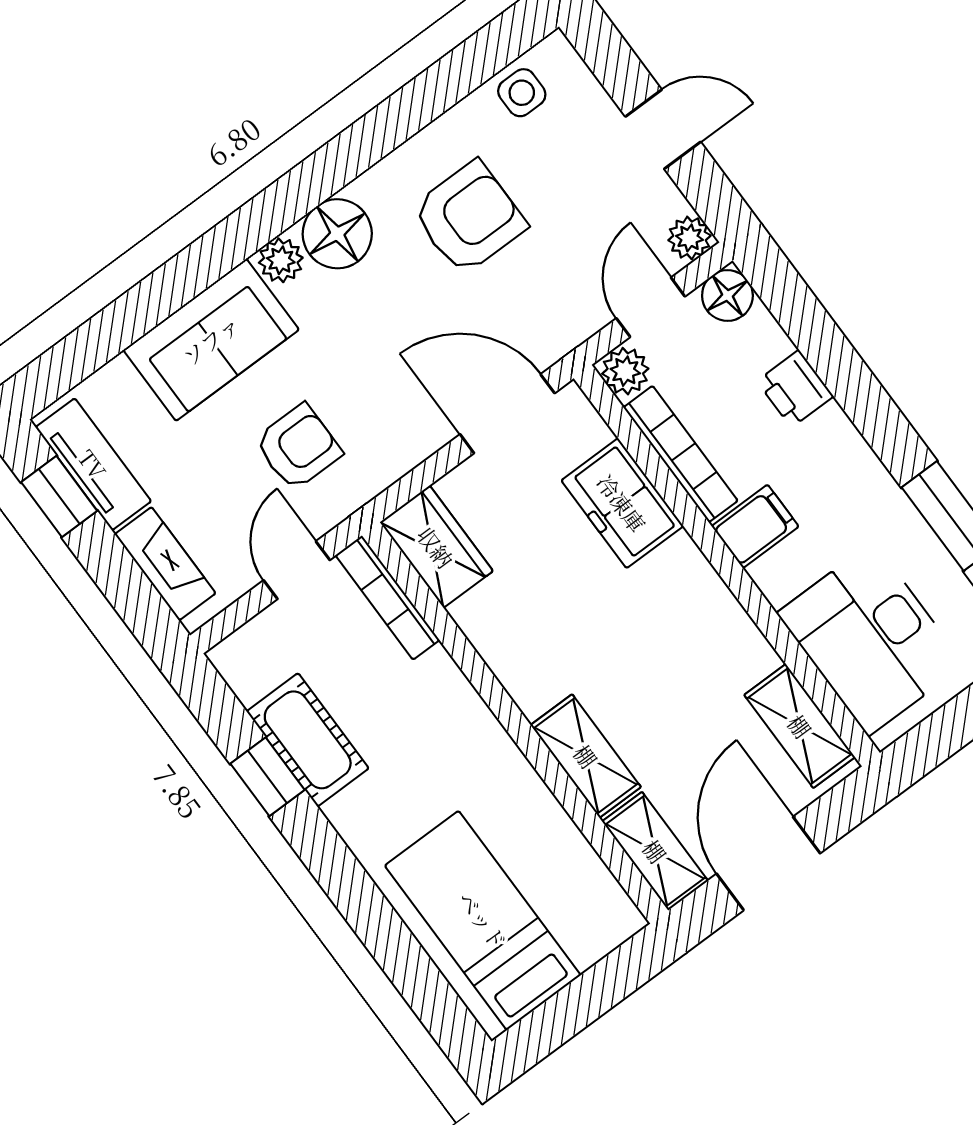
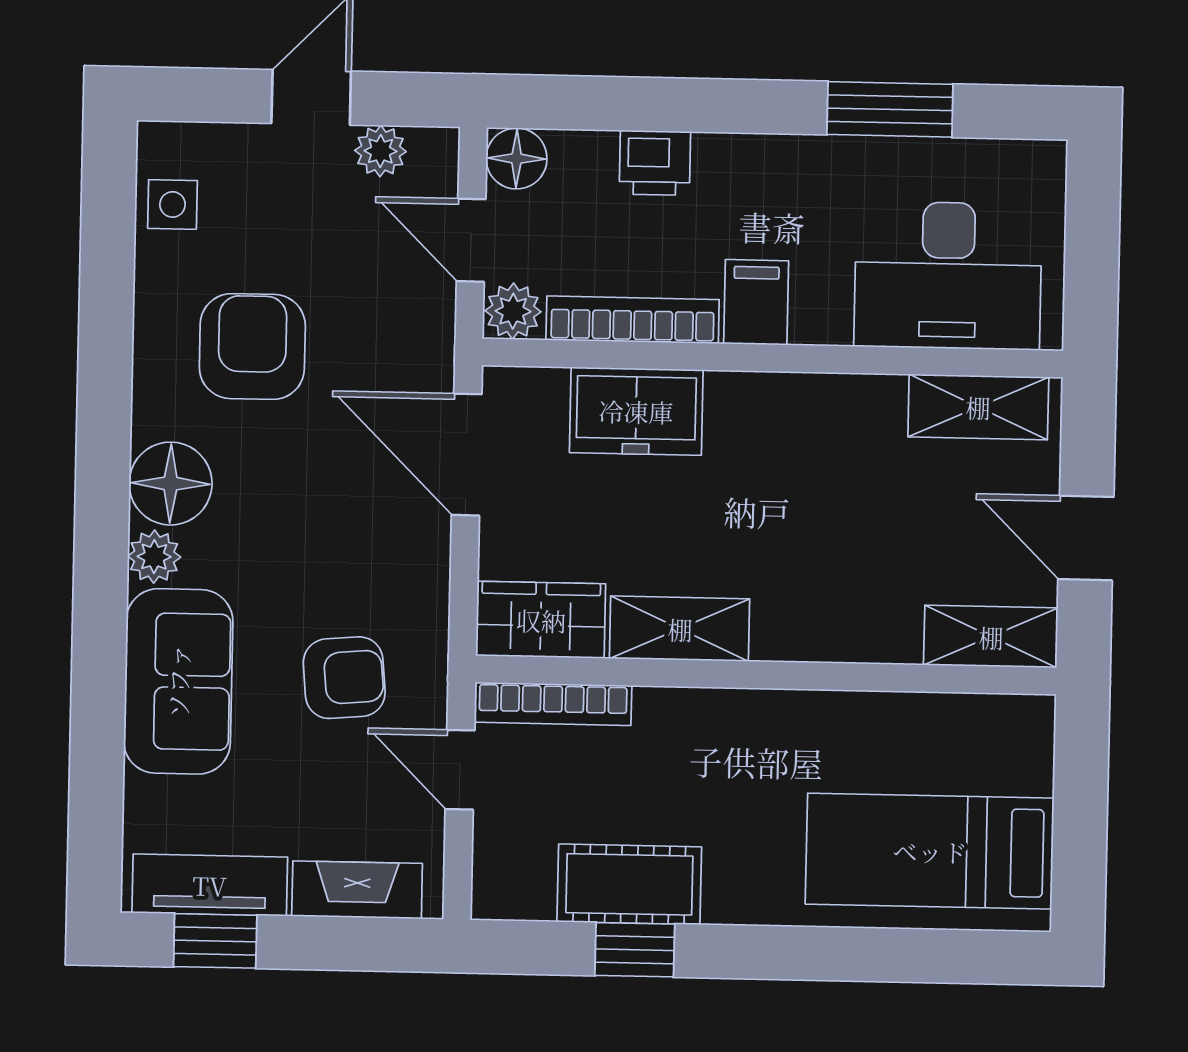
plant: (690, 238) -> (380, 151), moved
door: (507, 414) -> (467, 455), hinge flipped
armchair: (298, 447) -> (344, 678), turned 85
shelving: (586, 756) -> (680, 629), moved
door: (768, 864) -> (1086, 538), width x0.73

